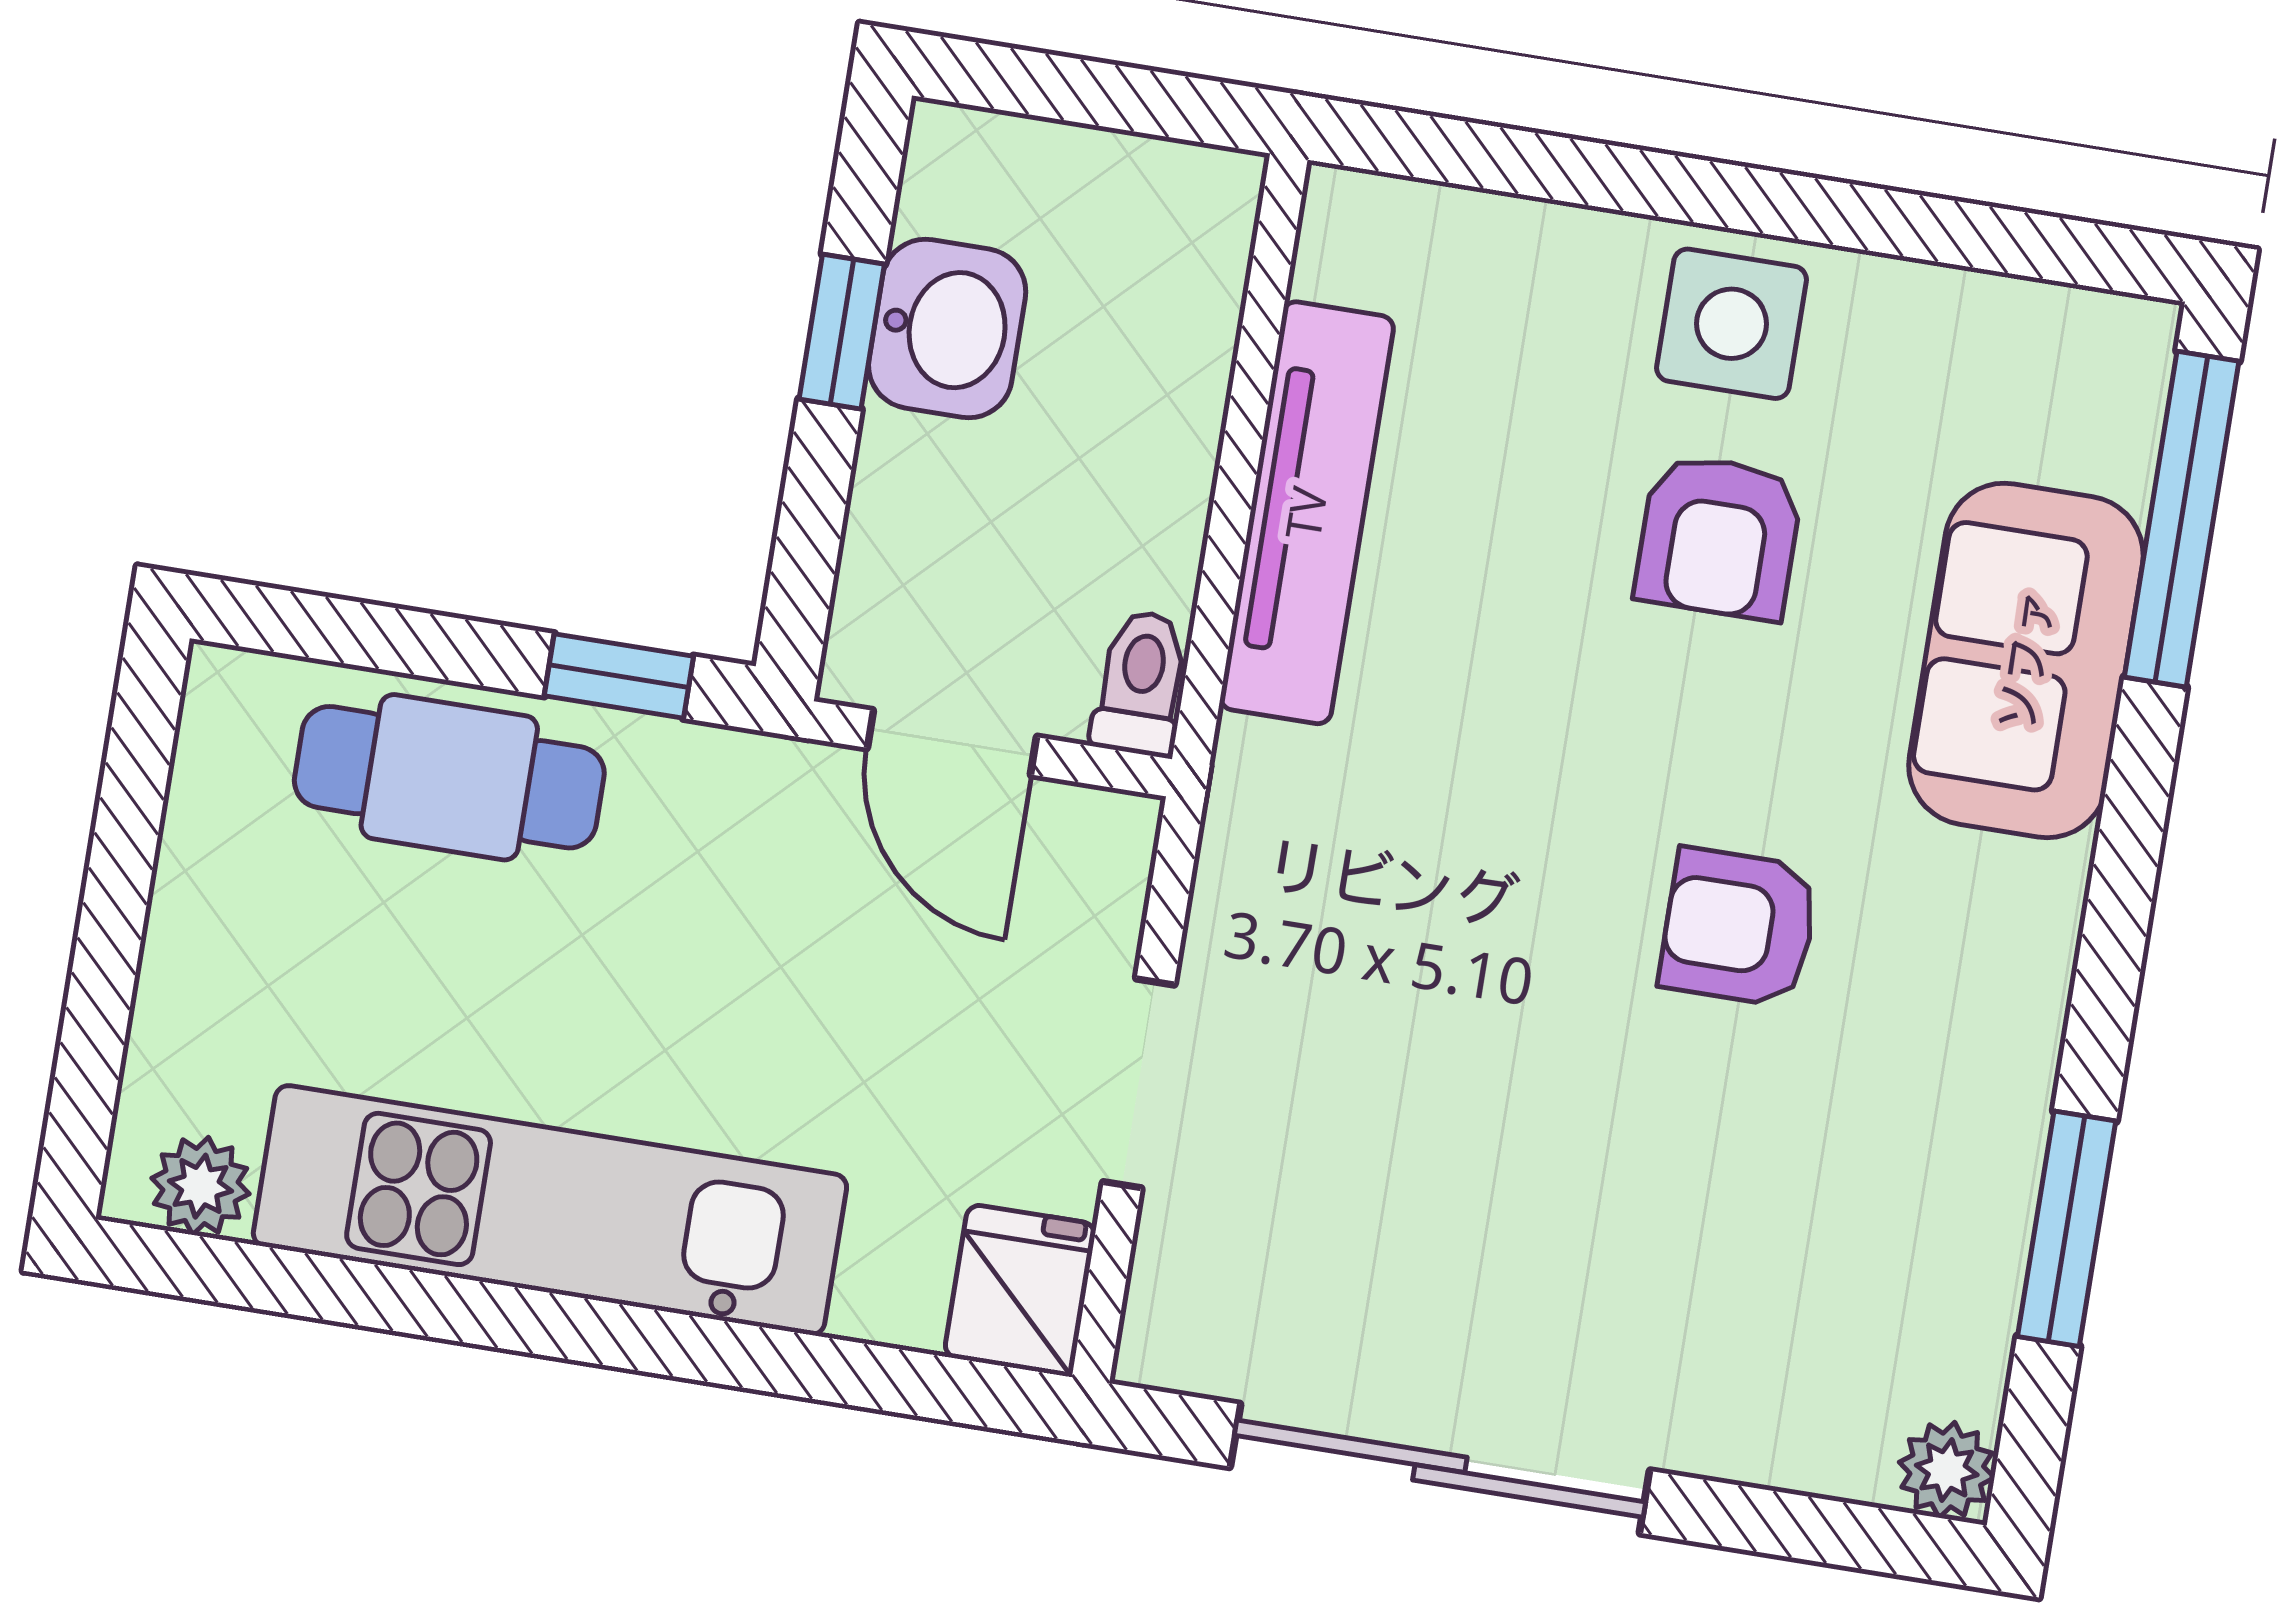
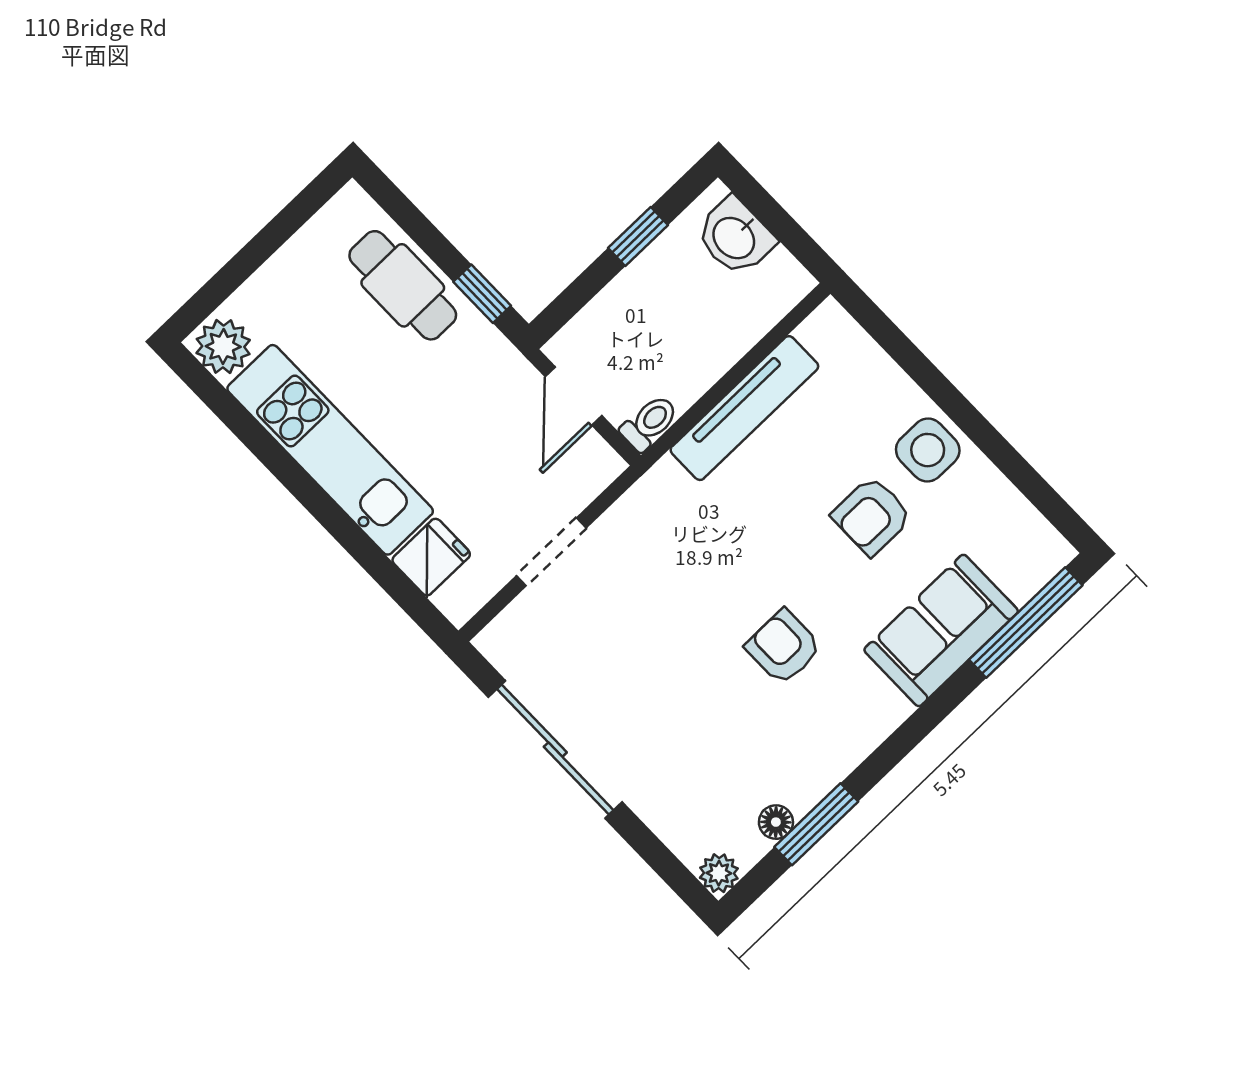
washbasin: (947, 328) -> (735, 237), moved, turned 90
plant: (200, 1186) -> (223, 346), width x1.38, depth x1.38
floor lamp: (1984, 1284) -> (776, 822), added
fridge: (1020, 1290) -> (431, 557), moved

